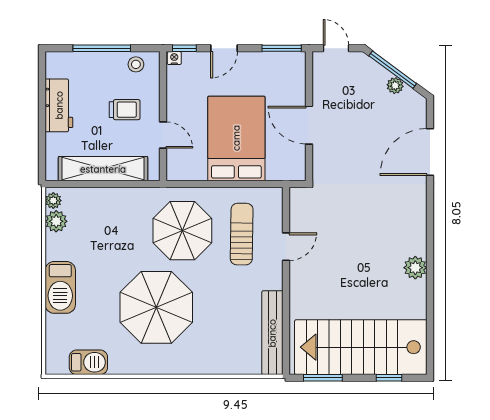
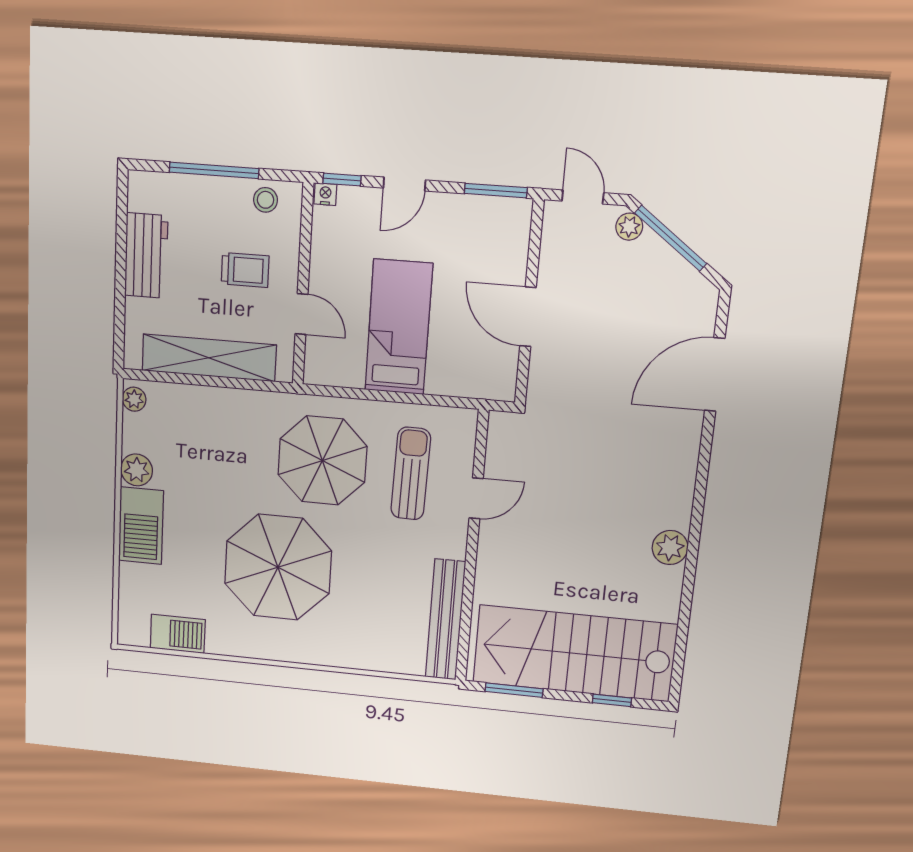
plant: (395, 86) -> (629, 227), moved
bed: (236, 138) -> (399, 327), width x0.67
plant: (56, 221) -> (137, 470), moved

